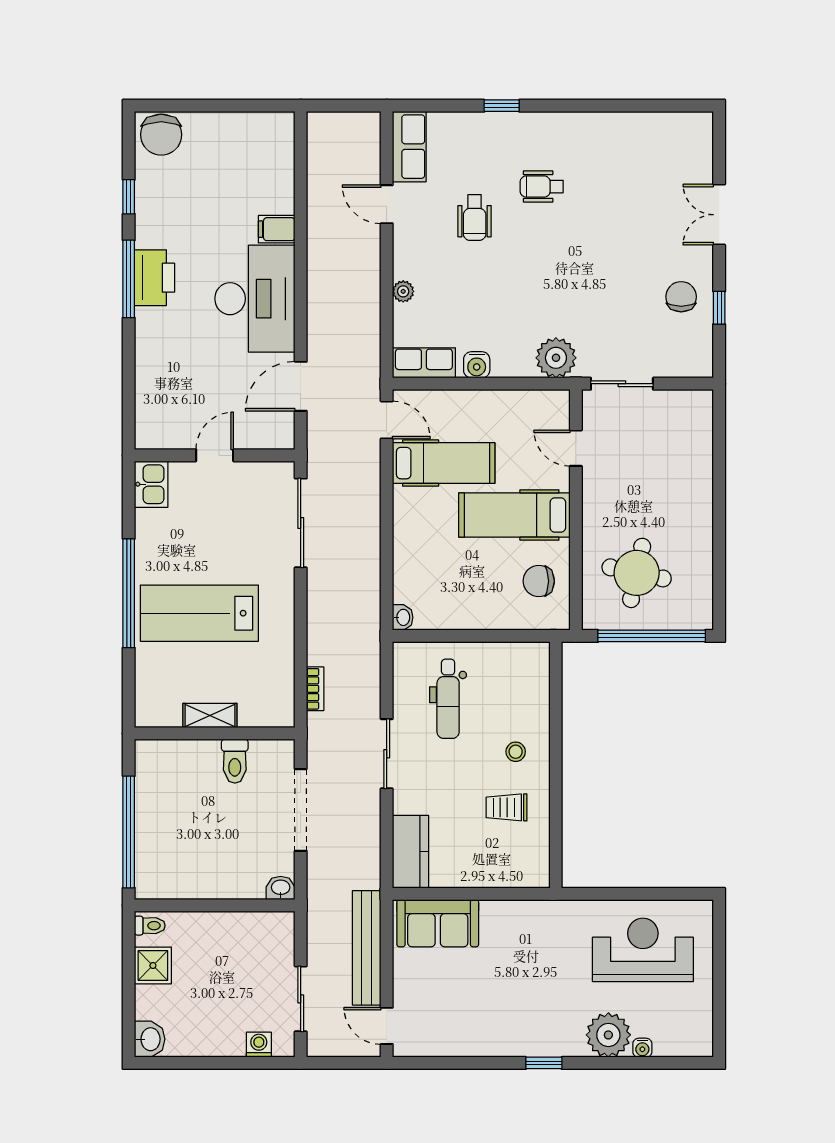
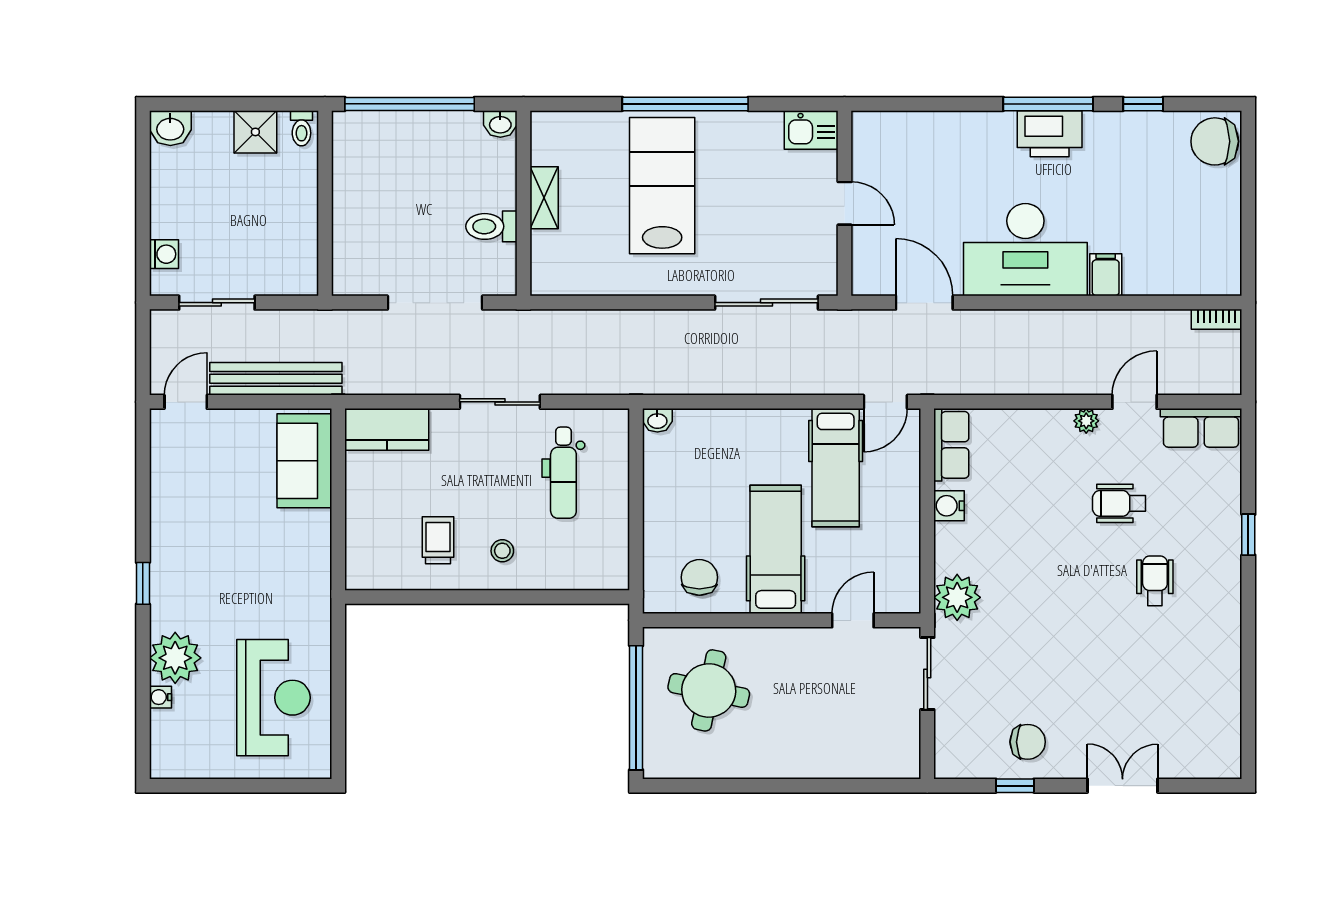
plant: (403, 291) -> (1086, 421), moved
bookcase: (315, 689) -> (1216, 319), moved
dental chair: (448, 699) -> (563, 473), turned -90
washbasin: (281, 888) -> (500, 124), moved, turned 90

